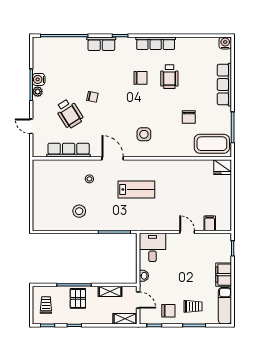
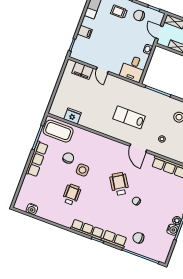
row of seats: (156, 43) -> (87, 229), moved
water cooler: (225, 43) -> (32, 209), moved
chair: (141, 78) -> (138, 238), moved
row of seats: (224, 85) -> (37, 159), moved
wheelchair: (69, 114) -> (119, 184), moved
side table: (144, 134) -> (82, 170), moved
fridge: (223, 167) -> (73, 116), moved
filing cabinet: (210, 223) -> (82, 71), width x2.00
filing cabinet: (224, 275) -> (85, 32), width x0.50

